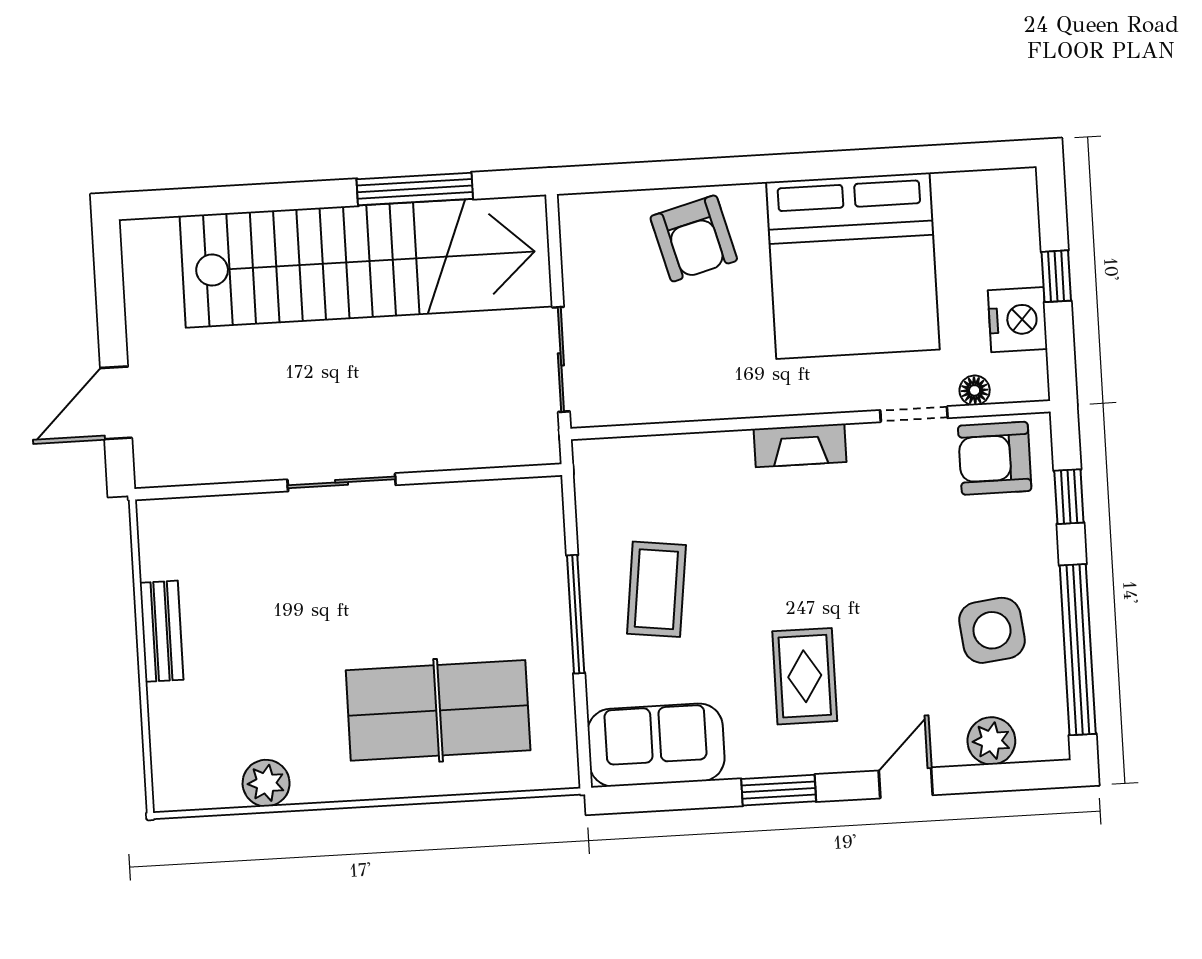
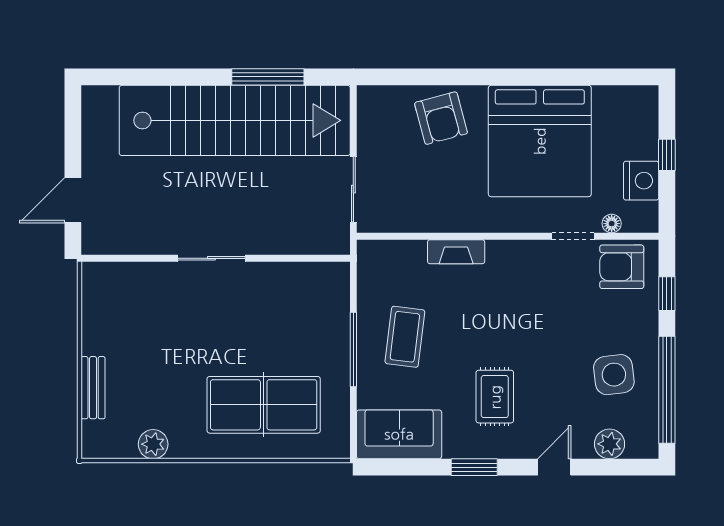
fireplace: (800, 445) -> (456, 252), moved
bench: (161, 631) -> (93, 388), moved

